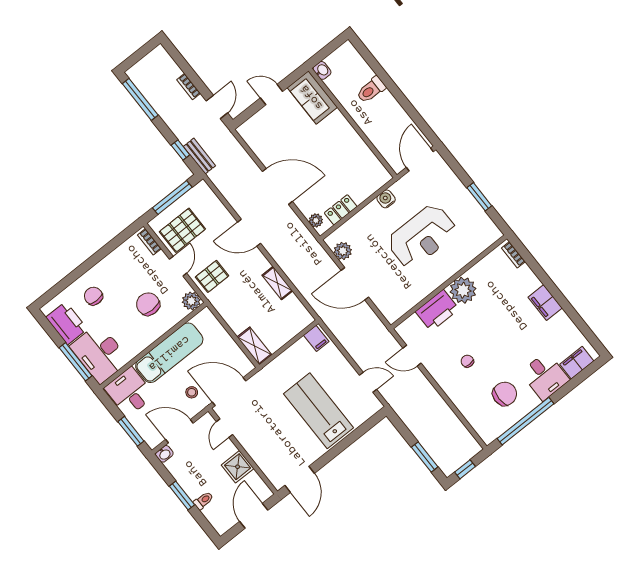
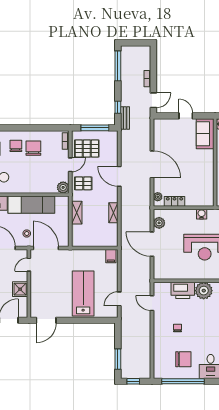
chair: (148, 304) -> (33, 148), moved
shelving: (254, 346) -> (77, 213), moved
door: (368, 382) -> (119, 299), swing flipped

